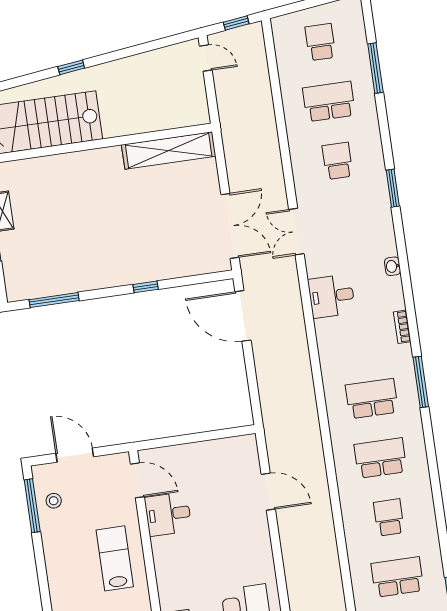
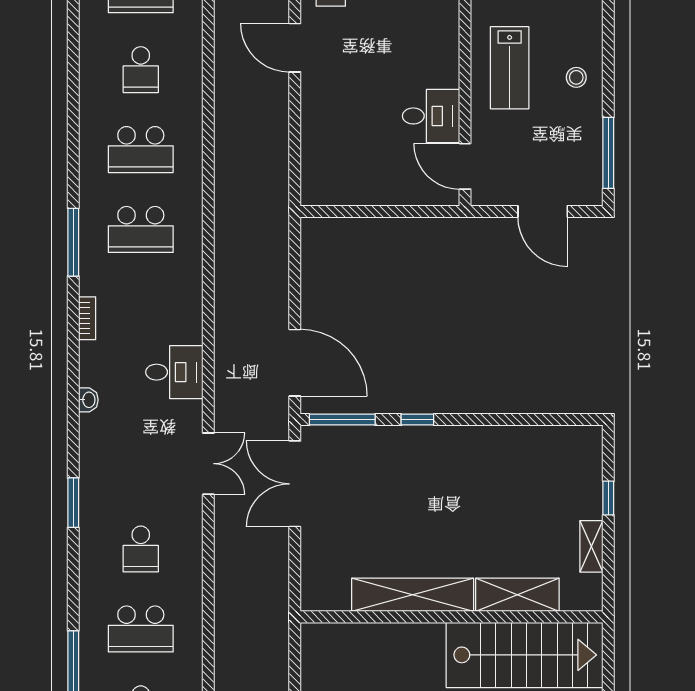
shelving: (169, 150) -> (413, 595), moved
shelving: (52, 167) -> (517, 595), added
window: (54, 300) -> (342, 420), moved
door: (268, 492) -> (295, 48), moved
stool: (54, 501) -> (576, 77), moved

